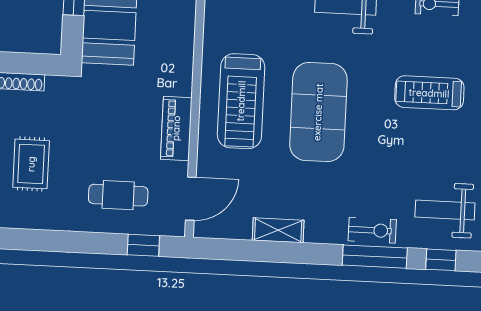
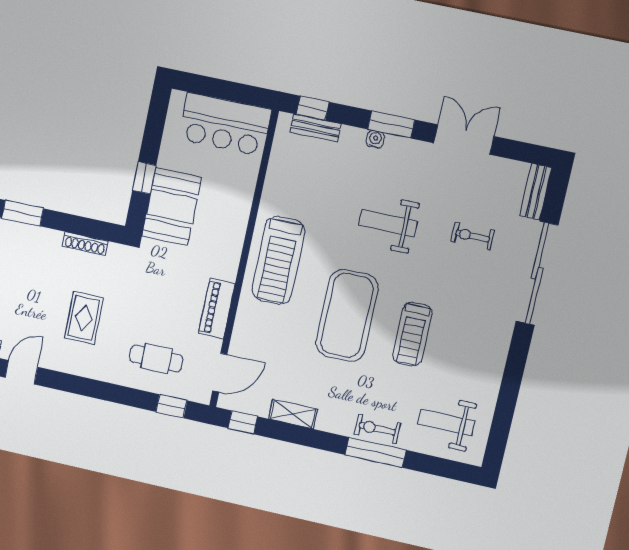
treadmill: (429, 93) -> (412, 334), moved, turned -90
treadmill: (241, 101) -> (278, 260), moved
exercise bike: (372, 230) -> (377, 429), turned 180
window: (441, 260) -> (243, 422), moved

